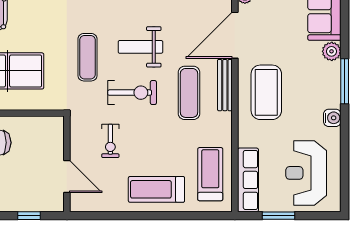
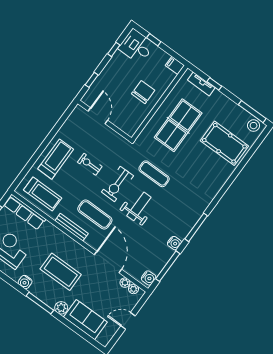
bench: (225, 85) -> (72, 227), moved
coffee table: (266, 92) -> (61, 272), moved
exercise bike: (110, 141) -> (90, 164), moved
door: (67, 176) -> (98, 116), swing flipped

